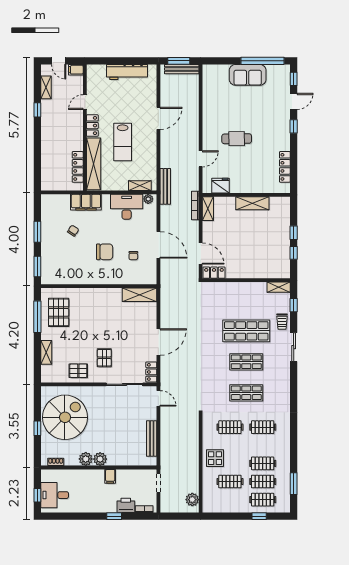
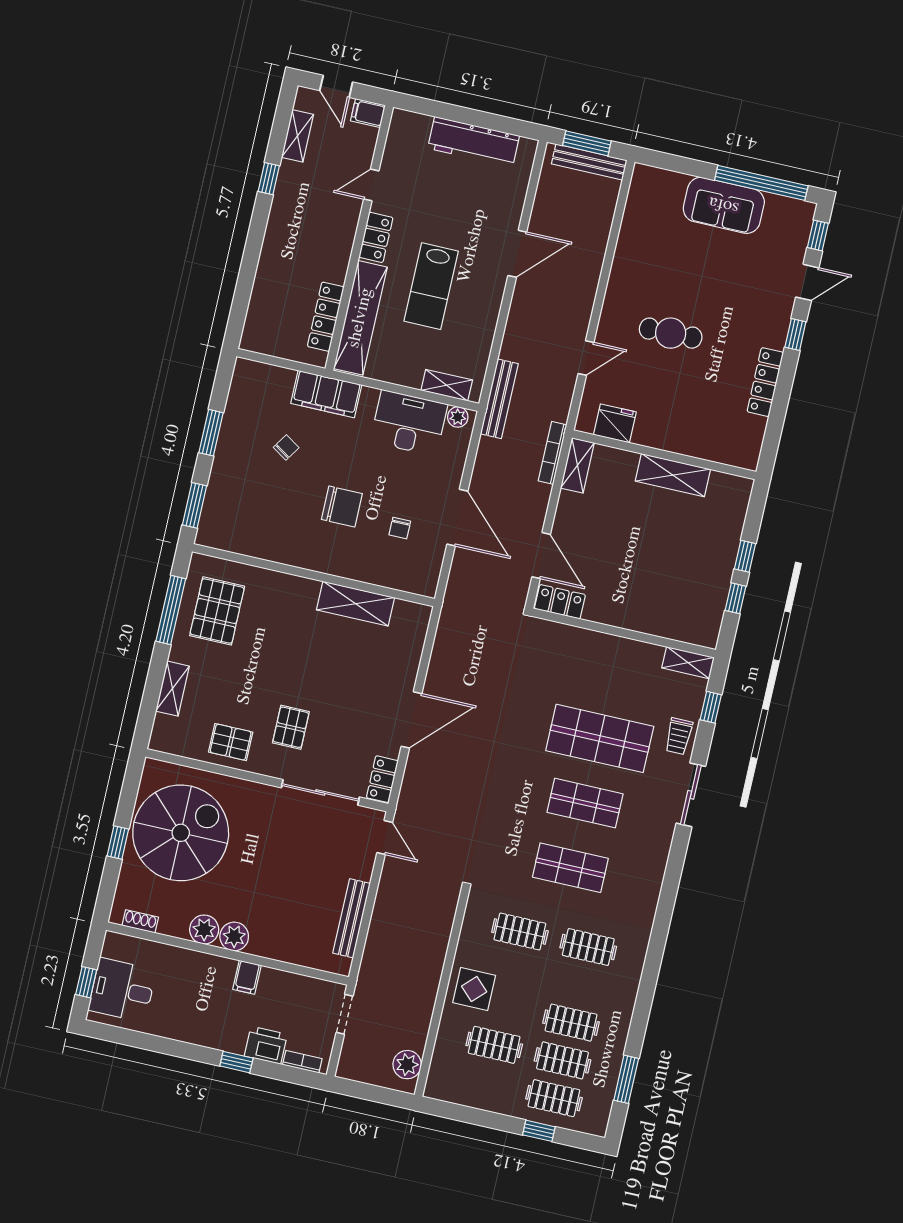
locker: (285, 167) -> (765, 382), moved
shelving: (140, 295) -> (355, 604), moved

